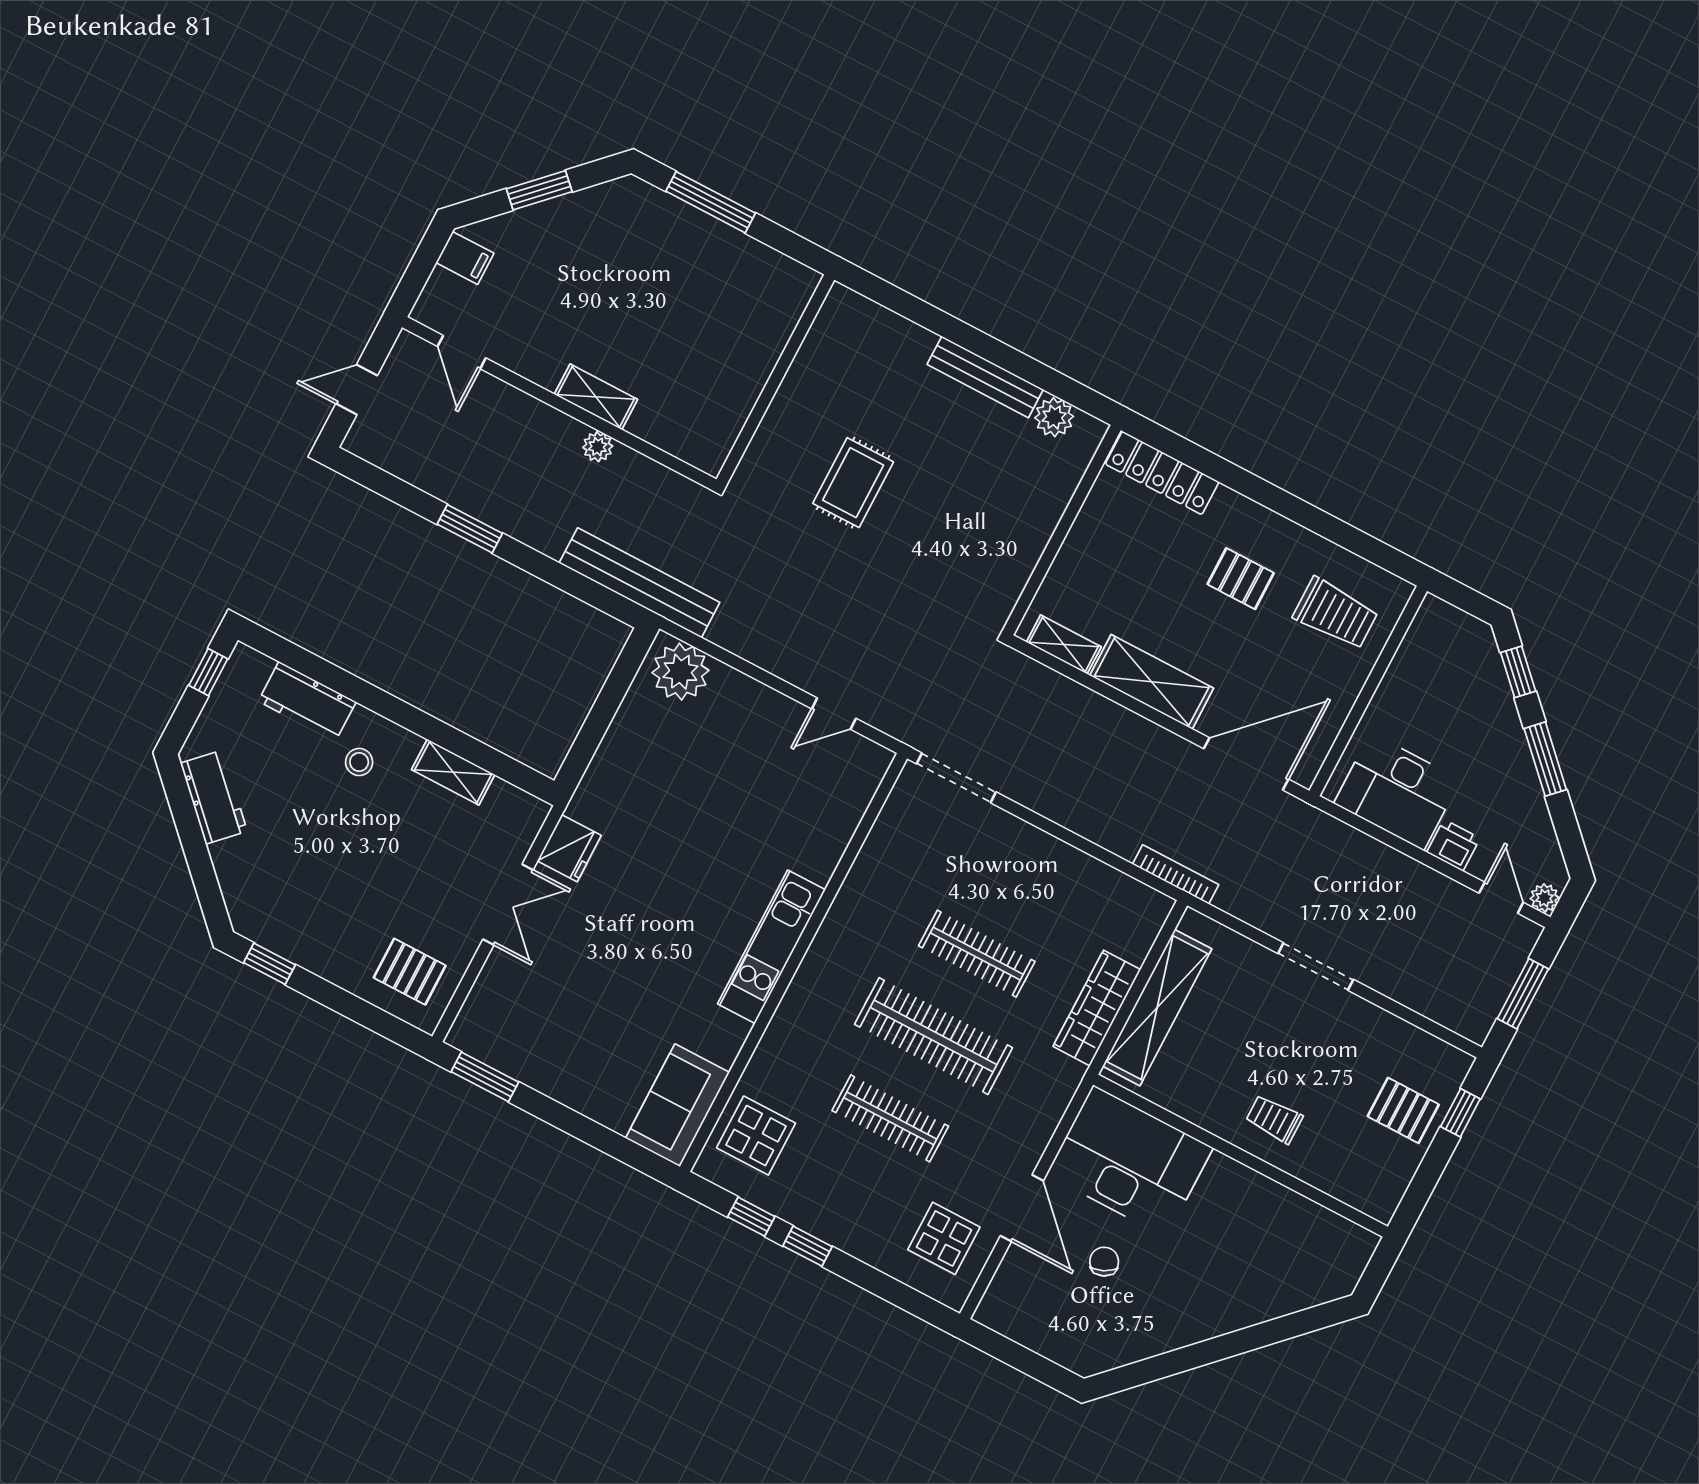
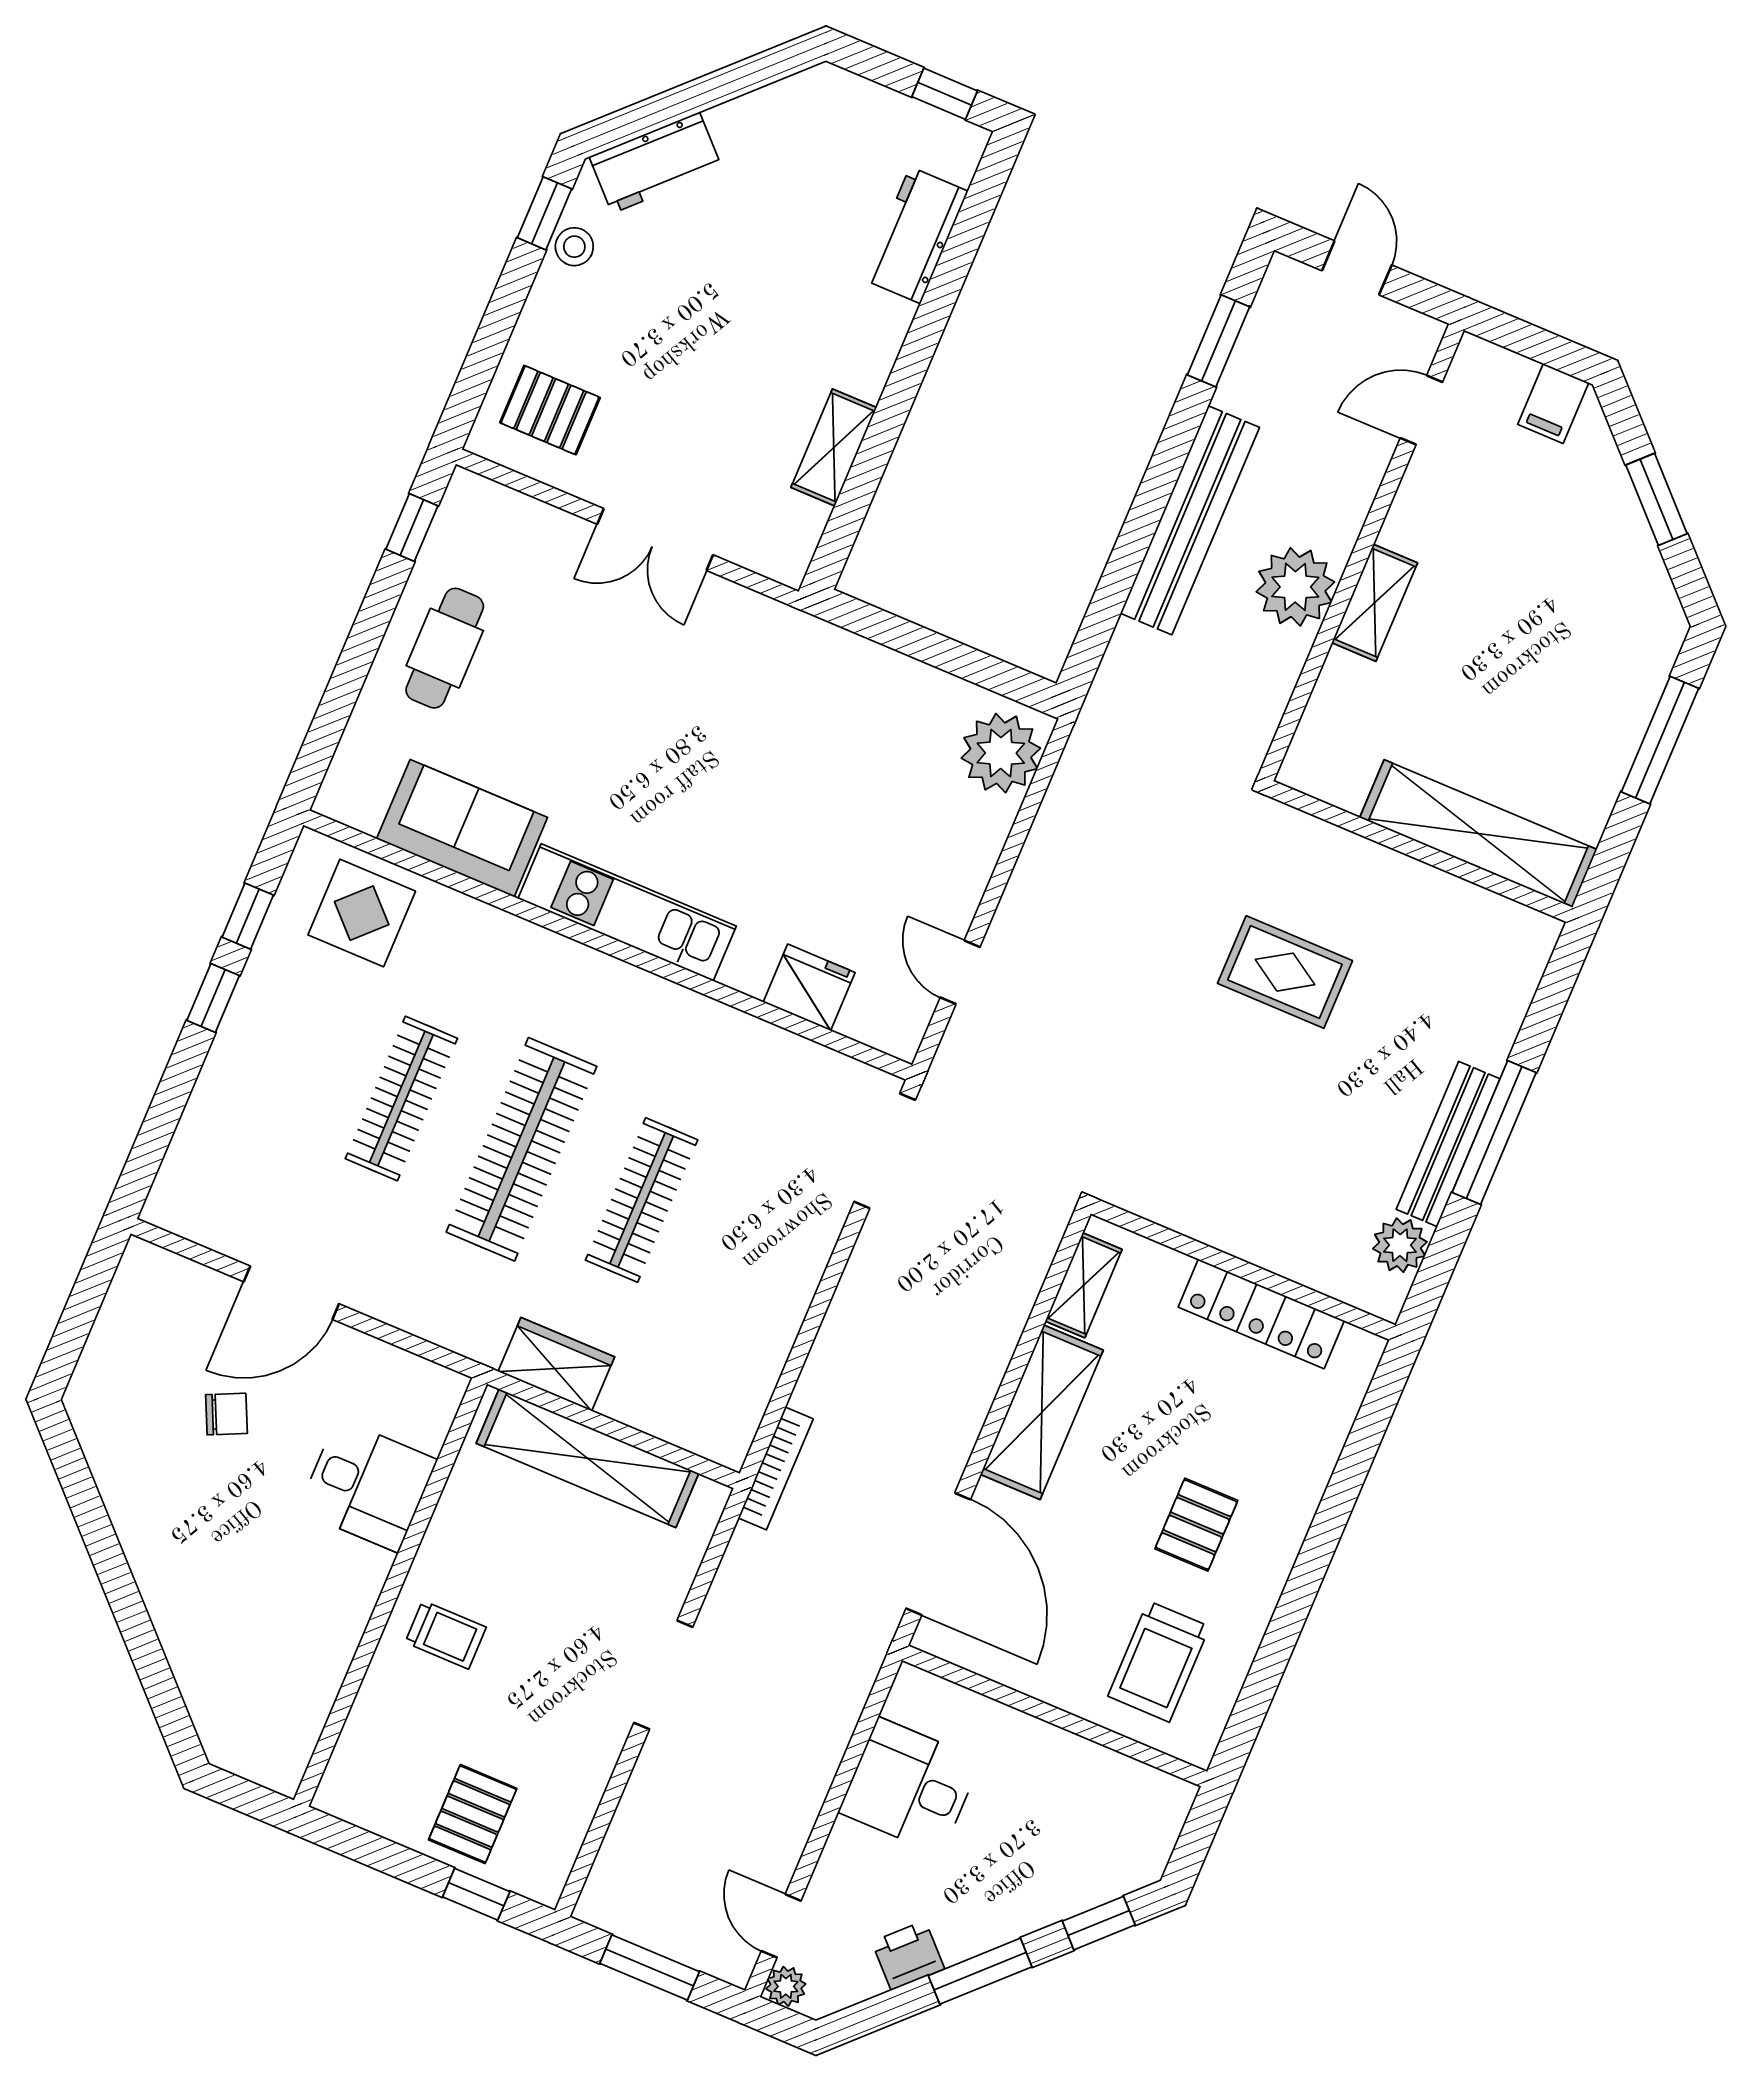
shelving: (766, 337) -> (1478, 834), added
window: (980, 343) -> (1494, 1132), added
plant: (598, 447) -> (1295, 587), width x1.88, depth x1.88
locker: (1162, 473) -> (1261, 1314), moved, turned -90
window: (470, 529) -> (1218, 341), moved
bench: (639, 583) -> (1190, 520), moved
stool: (359, 762) -> (574, 247), moved
desk: (1397, 792) -> (910, 1786), width x0.73
workbench: (214, 797) -> (656, 163), moved
printer: (1453, 845) -> (908, 1955), moved, turned -135
fridge: (569, 848) -> (809, 987), moved, turned 180
door: (1501, 898) -> (781, 1926), swing flipped
pallet: (410, 972) -> (550, 410), turned 90
wardrobe: (1097, 1008) -> (556, 1364), width x0.67
cafe table: (573, 1061) -> (445, 648), added
window: (485, 1077) -> (412, 527), width x0.67
sofa: (677, 1105) -> (462, 828), moved
trolley: (1274, 1119) -> (446, 1635), turned 90
desk: (1130, 1161) -> (368, 1485), width x0.53, depth x0.77
display table: (944, 1238) -> (240, 1188), removed

